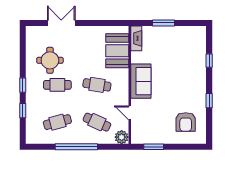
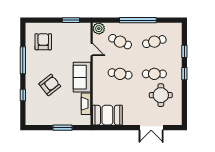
fireplace: (136, 38) -> (86, 104), moved
booth: (117, 51) -> (107, 115), moved, turned 90
armchair: (178, 72) -> (50, 85), added
window: (209, 101) -> (23, 60), width x2.17

